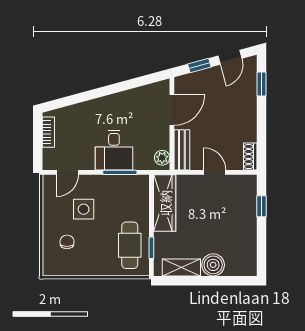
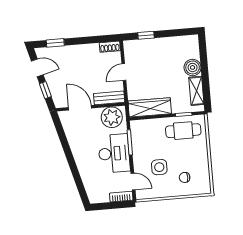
bookcase: (48, 132) -> (121, 197), moved
desk: (114, 150) -> (114, 153), width x1.37
plant: (162, 158) -> (112, 117), width x1.87, depth x1.87

